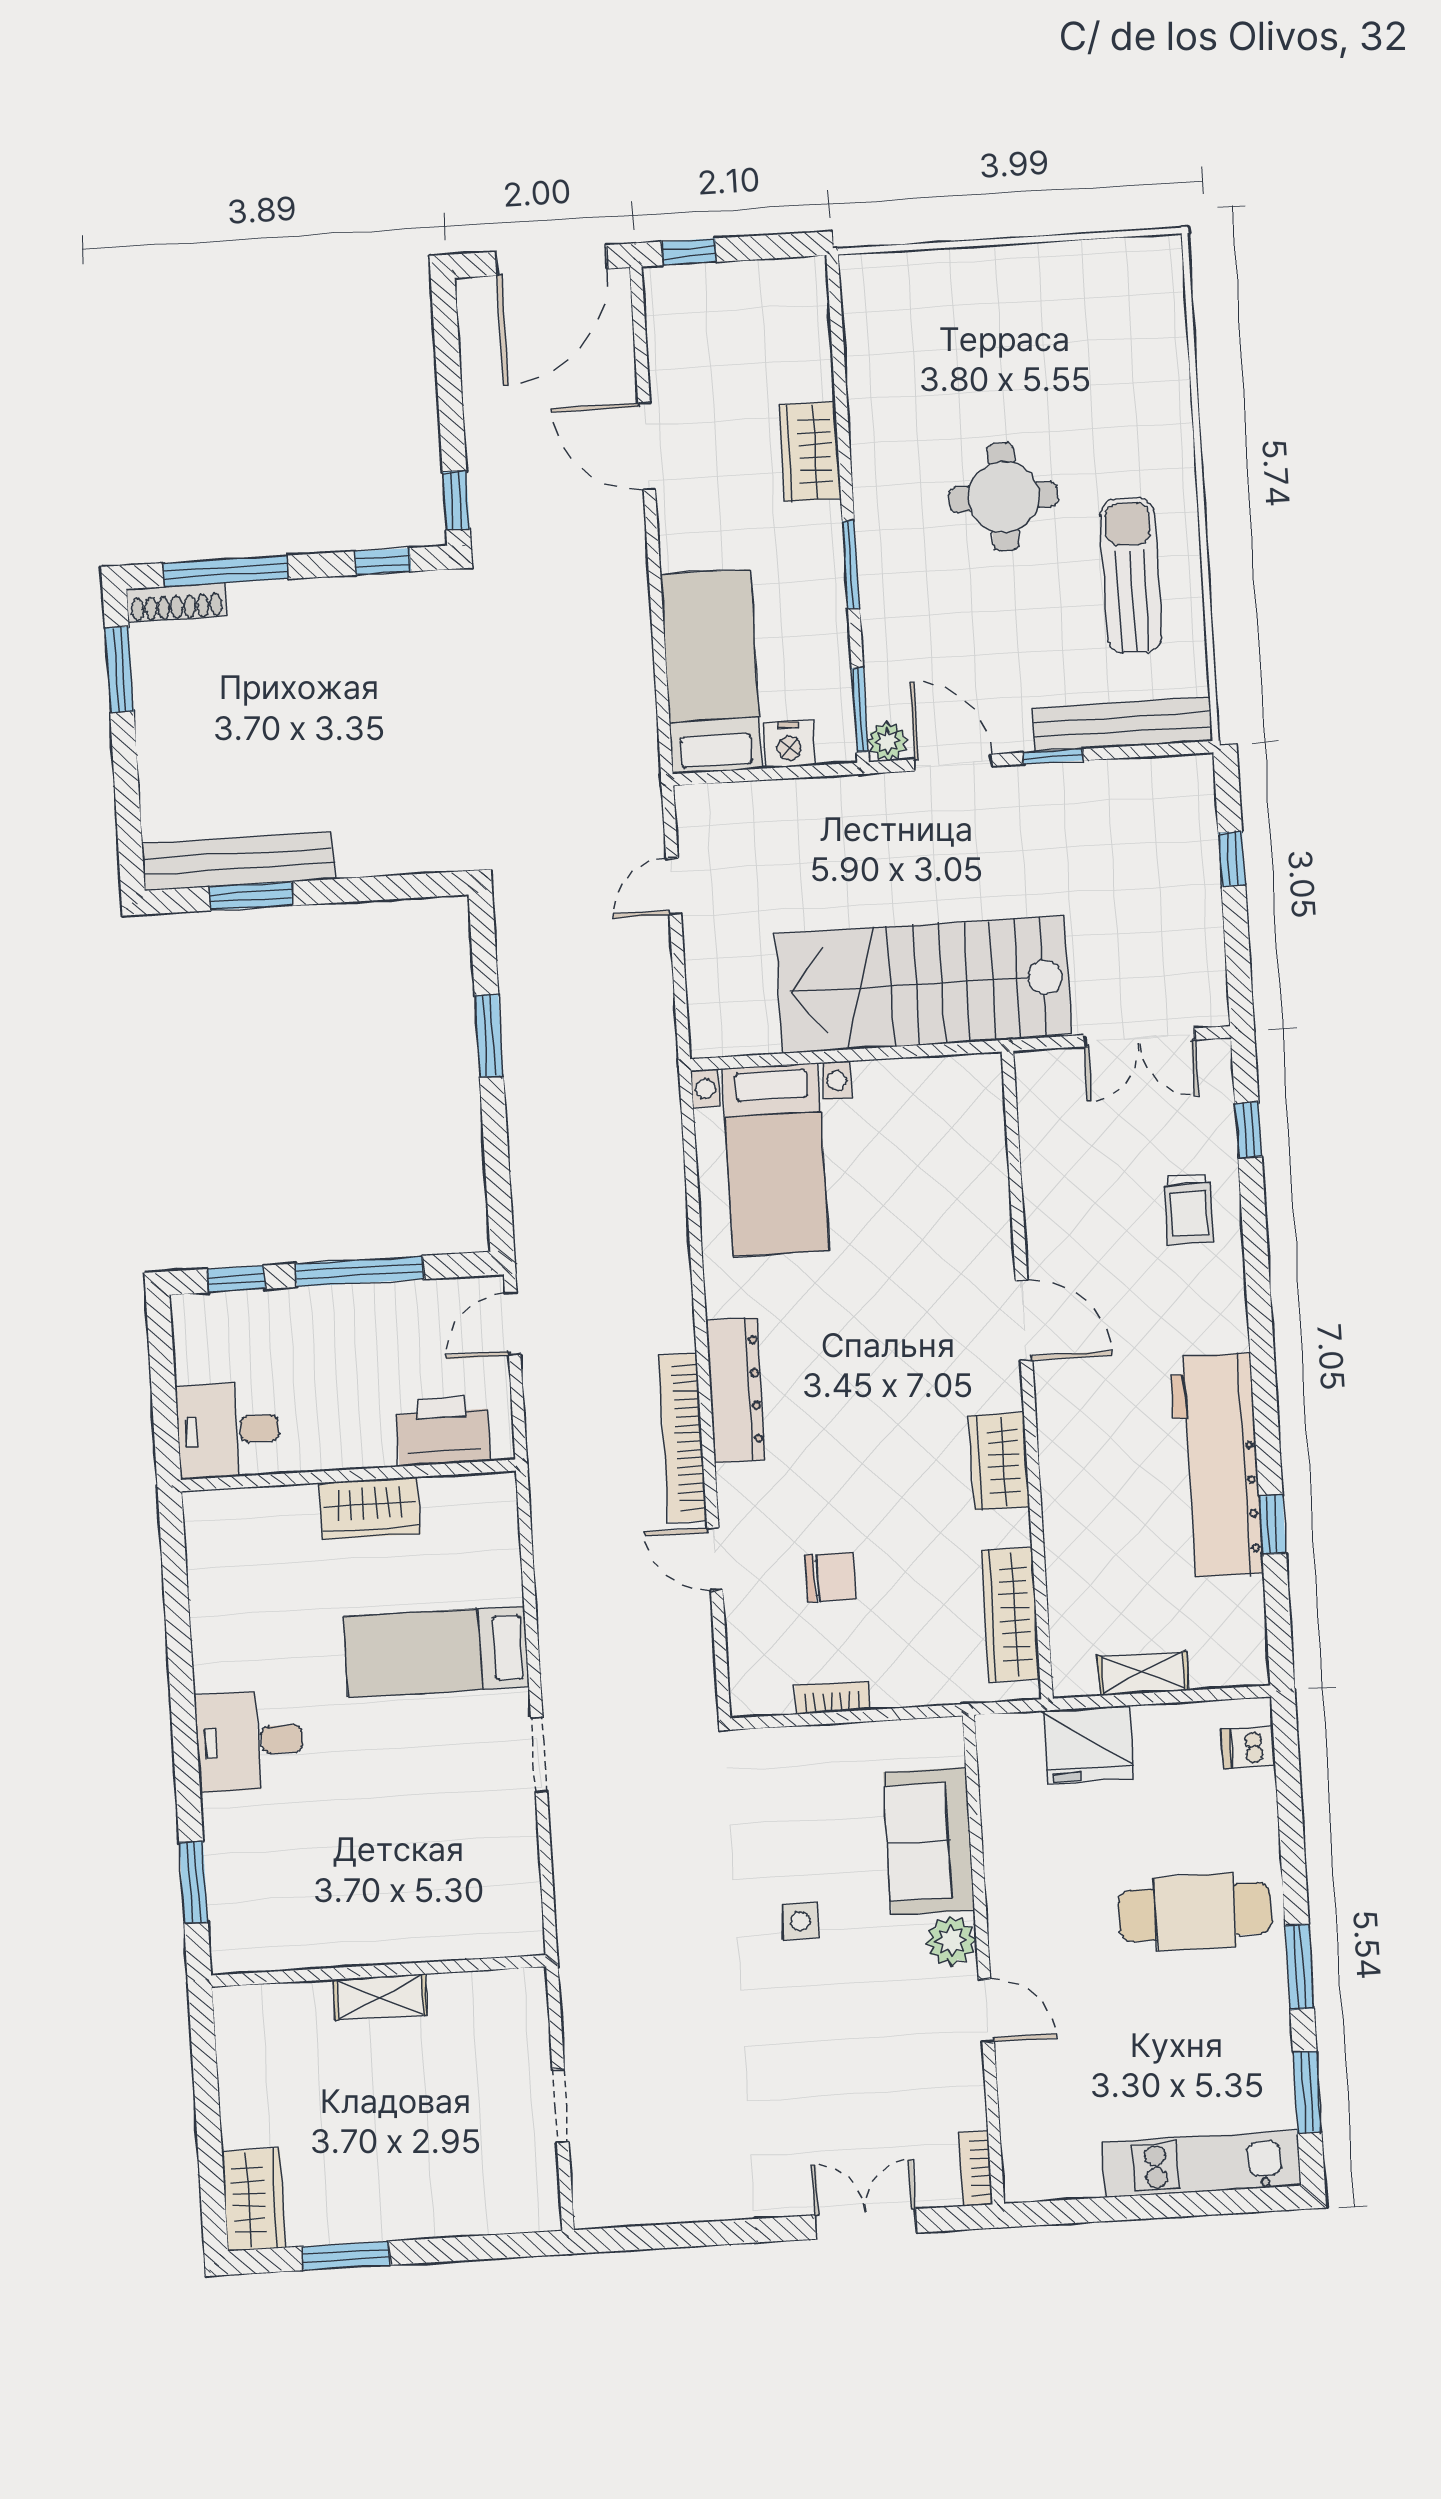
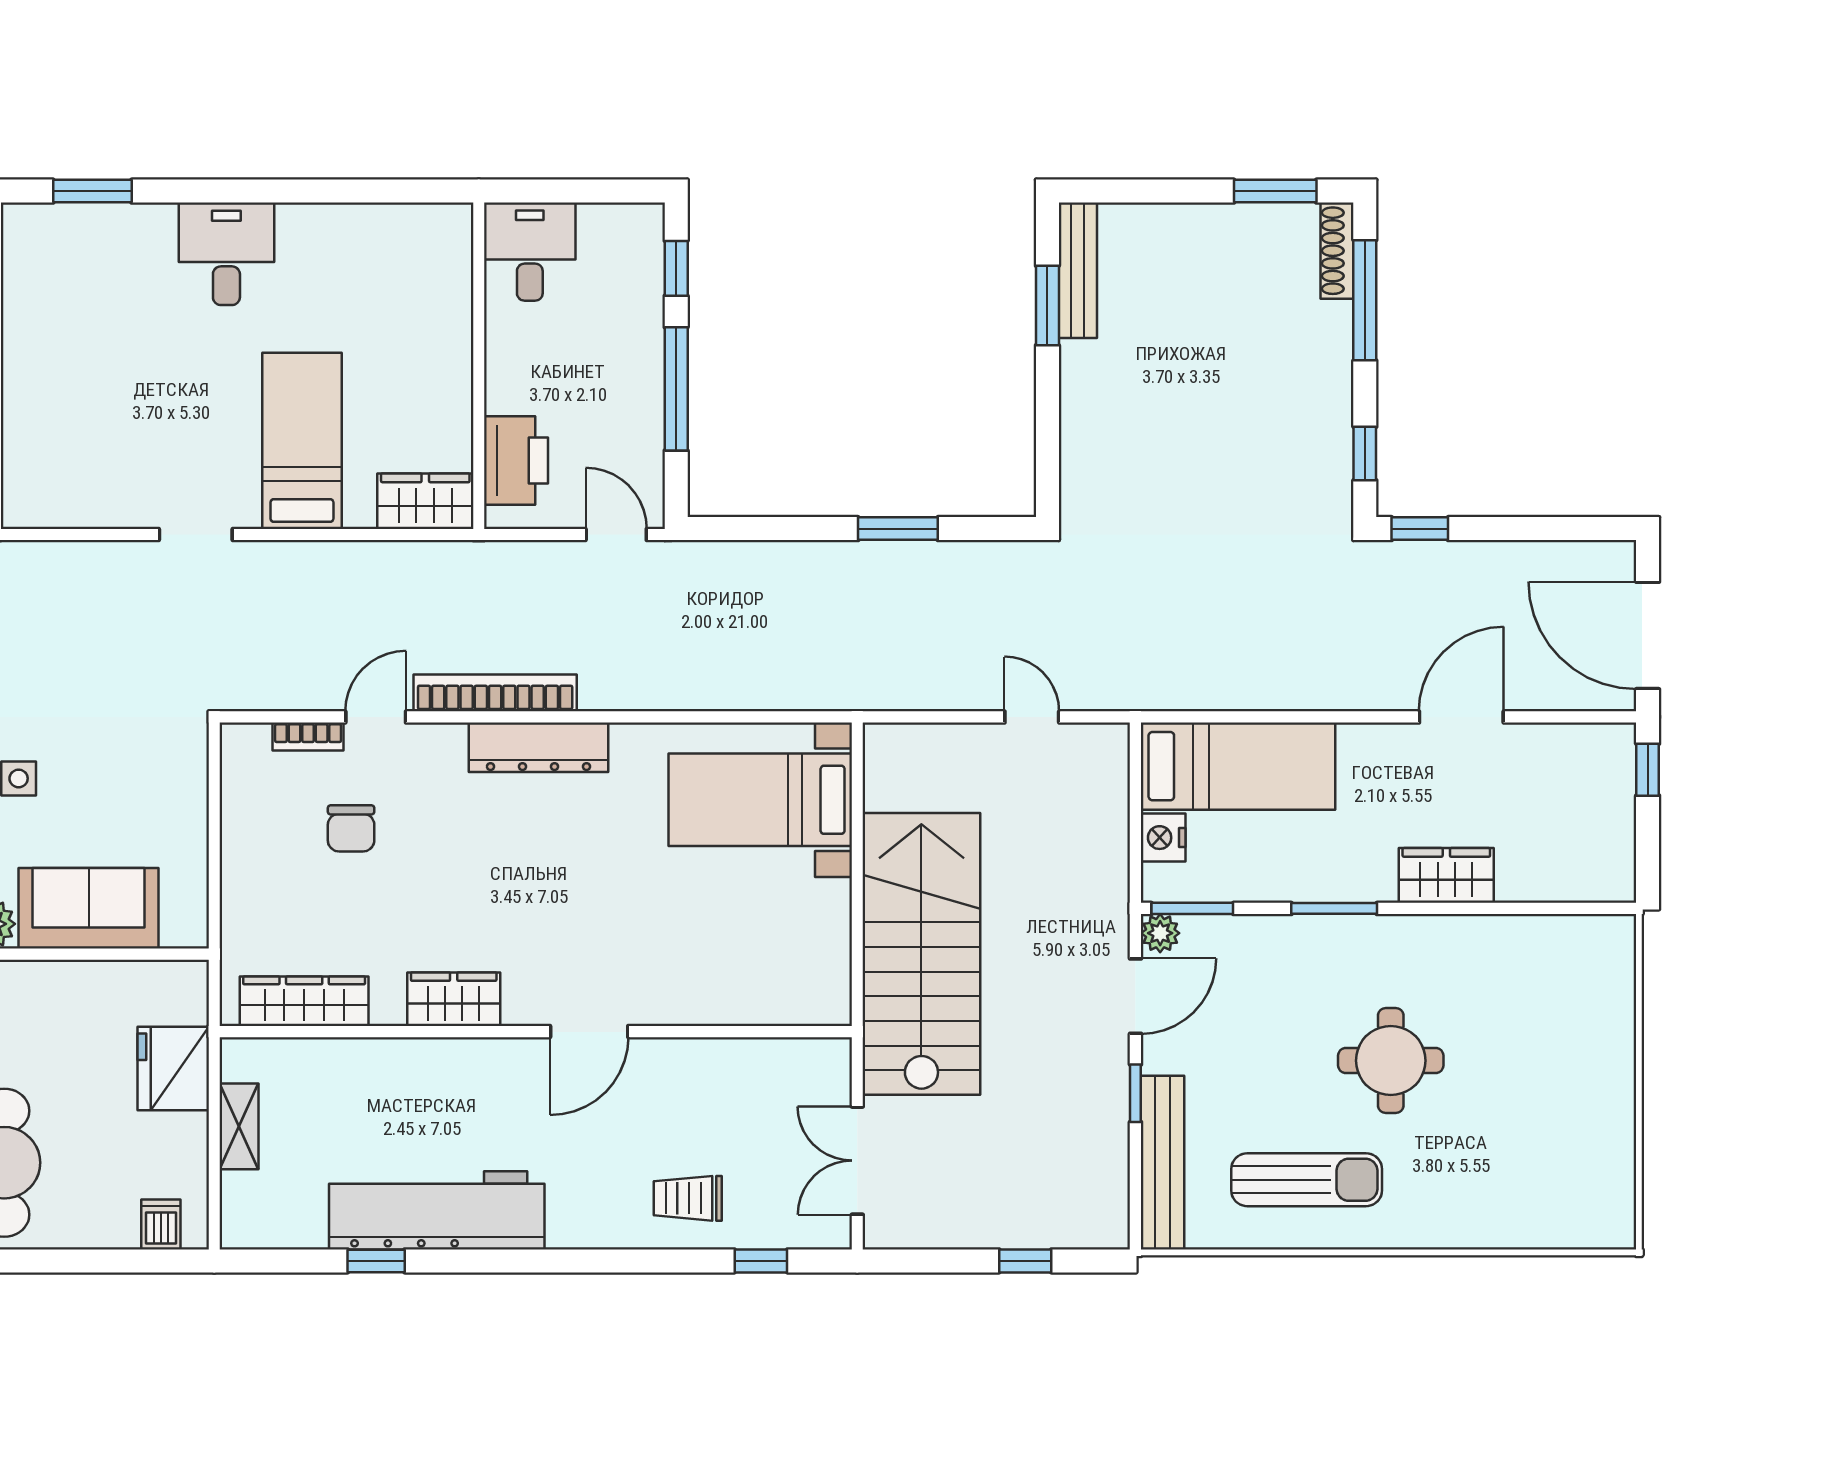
bench: (238, 861) -> (1078, 270), width x0.73, depth x0.82
wardrobe: (370, 1508) -> (425, 501), moved, turned 90
bookcase: (832, 1698) -> (308, 737), moved, turned 90

